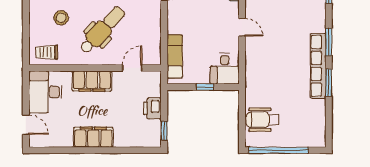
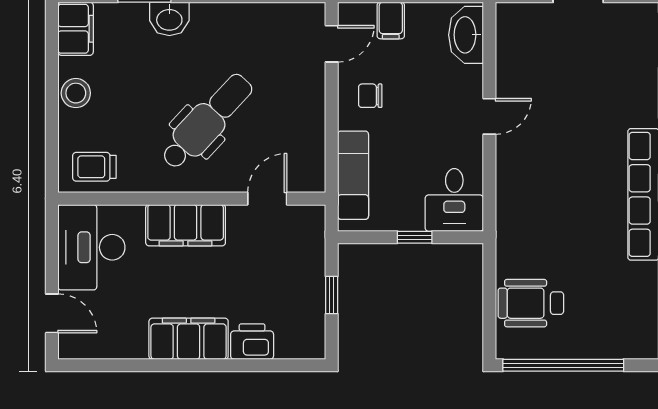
chair: (183, 17) -> (370, 96), added
stool: (61, 18) -> (76, 93), moved
door: (242, 27) -> (489, 116), hinge flipped
printer: (152, 108) -> (252, 342), moved, turned 90
window: (164, 131) -> (332, 295), moved

